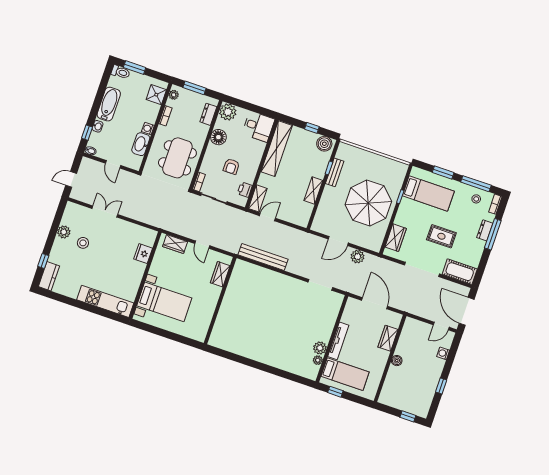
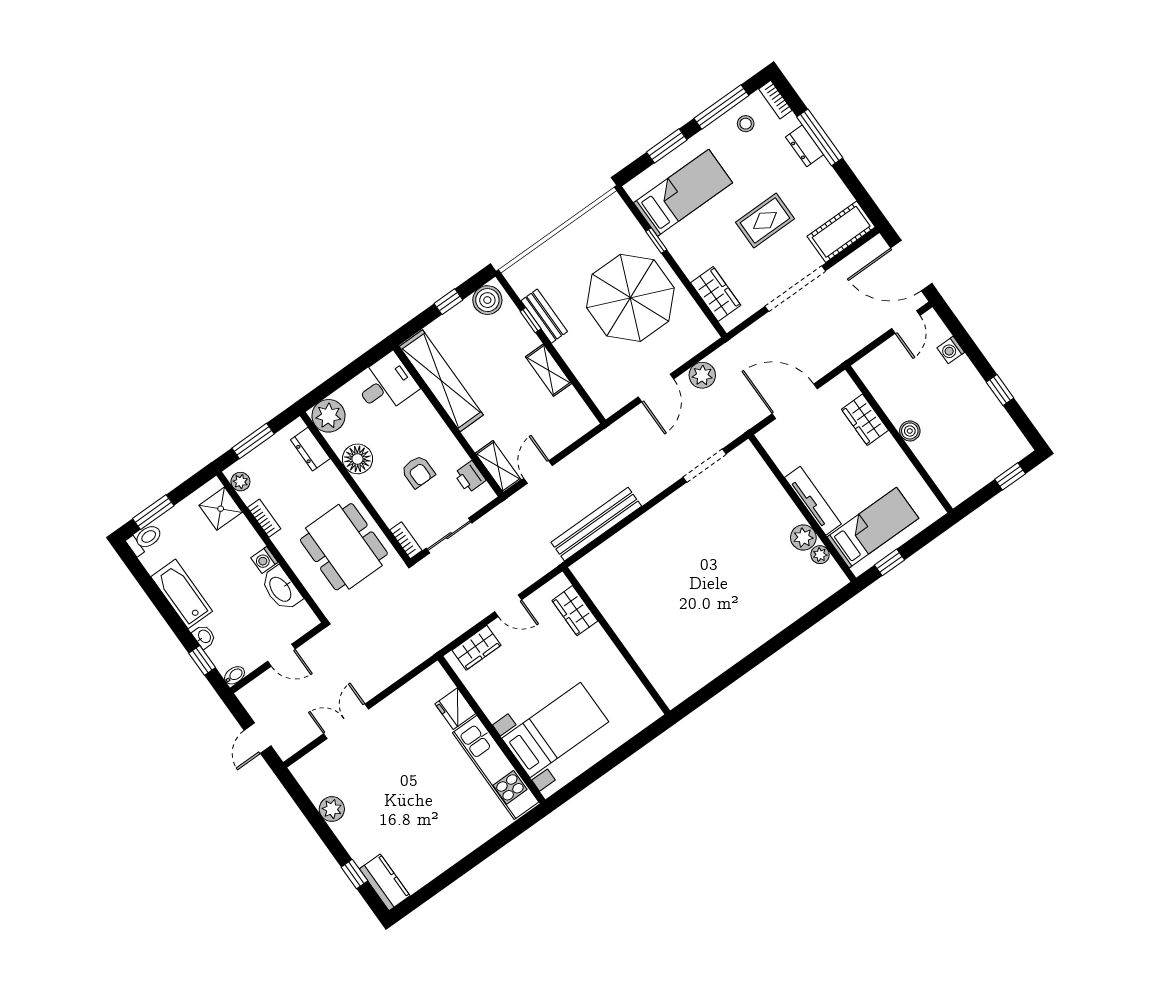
stool: (83, 243) -> (371, 791), removed
kitchen unit: (105, 301) -> (496, 767), moved, turned -90

